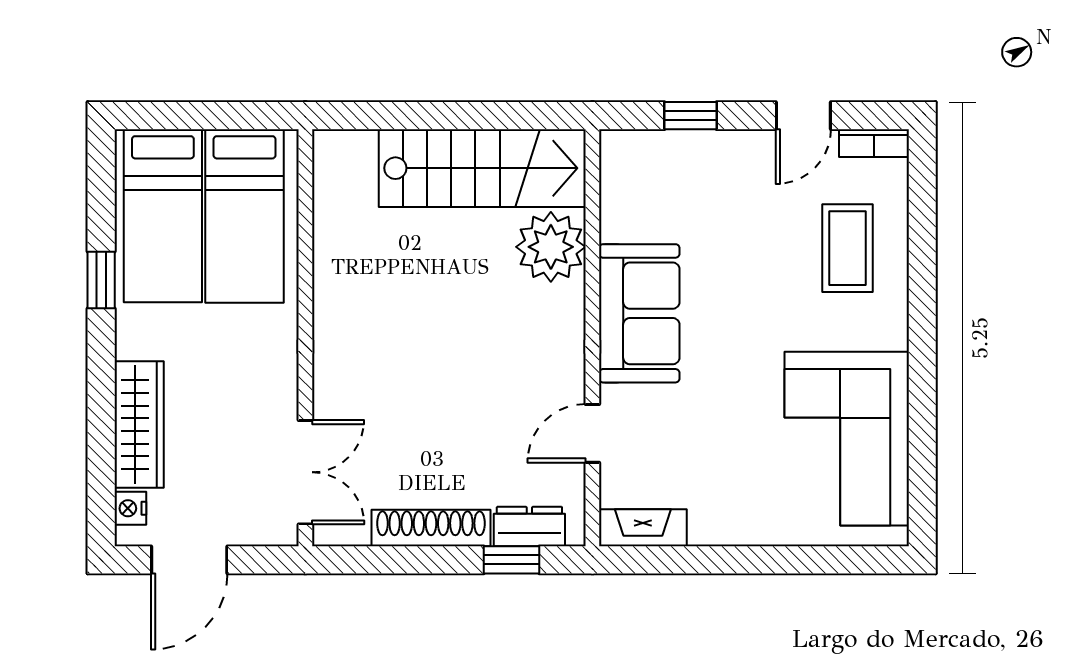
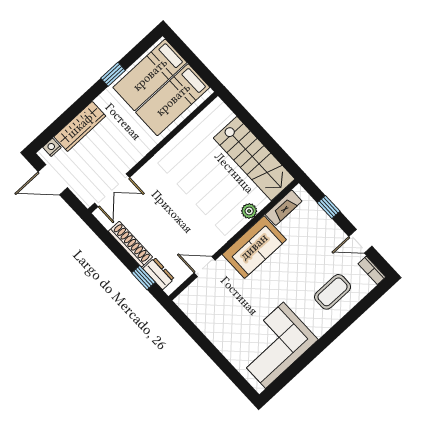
plant: (551, 247) -> (249, 211), width x0.53, depth x0.53
fireplace: (643, 528) -> (284, 208), moved, turned 90

